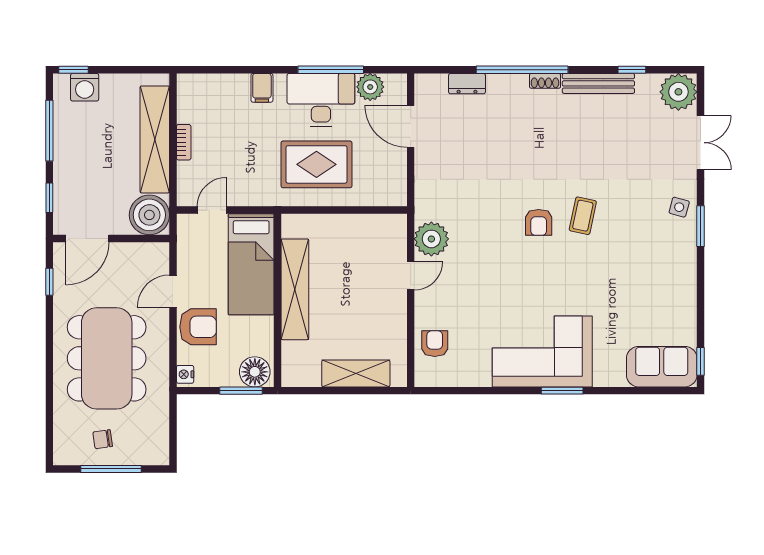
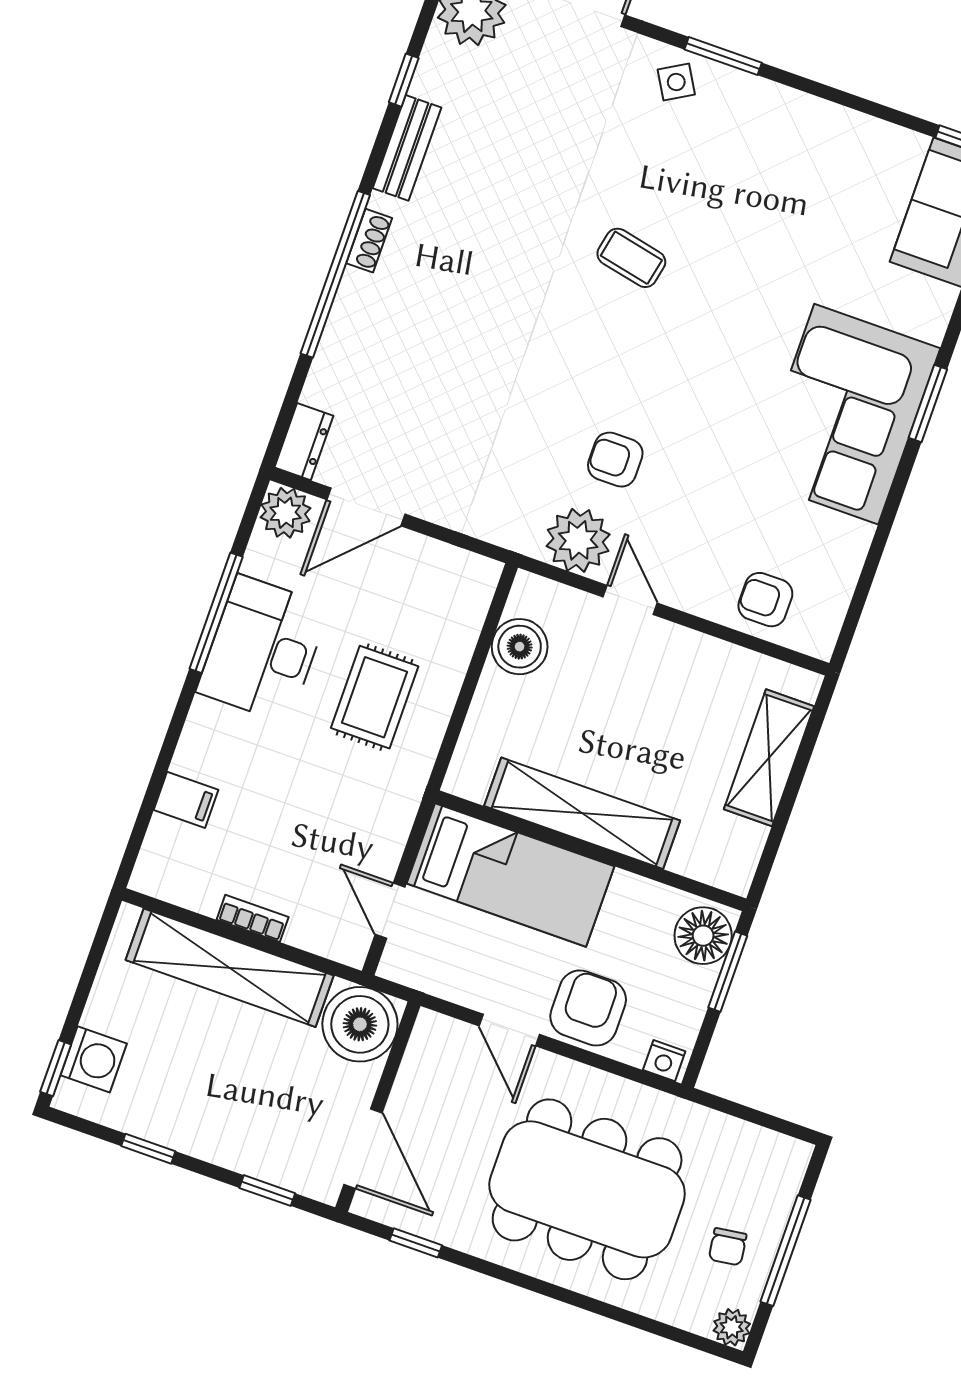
bench: (598, 83) -> (407, 148), width x0.73
dresser: (467, 84) -> (304, 442), moved
plant: (370, 87) -> (285, 513), moved
filing cabinet: (262, 88) -> (186, 800), moved
window: (49, 131) -> (148, 1149), width x0.46
rug: (316, 164) -> (375, 697), width x0.73, depth x0.70
side table: (679, 207) -> (676, 82), turned 45
armchair: (539, 222) -> (615, 460), moved, turned 180
boiler: (368, 228) -> (520, 647), added
plant: (63, 455) -> (732, 1327), added

